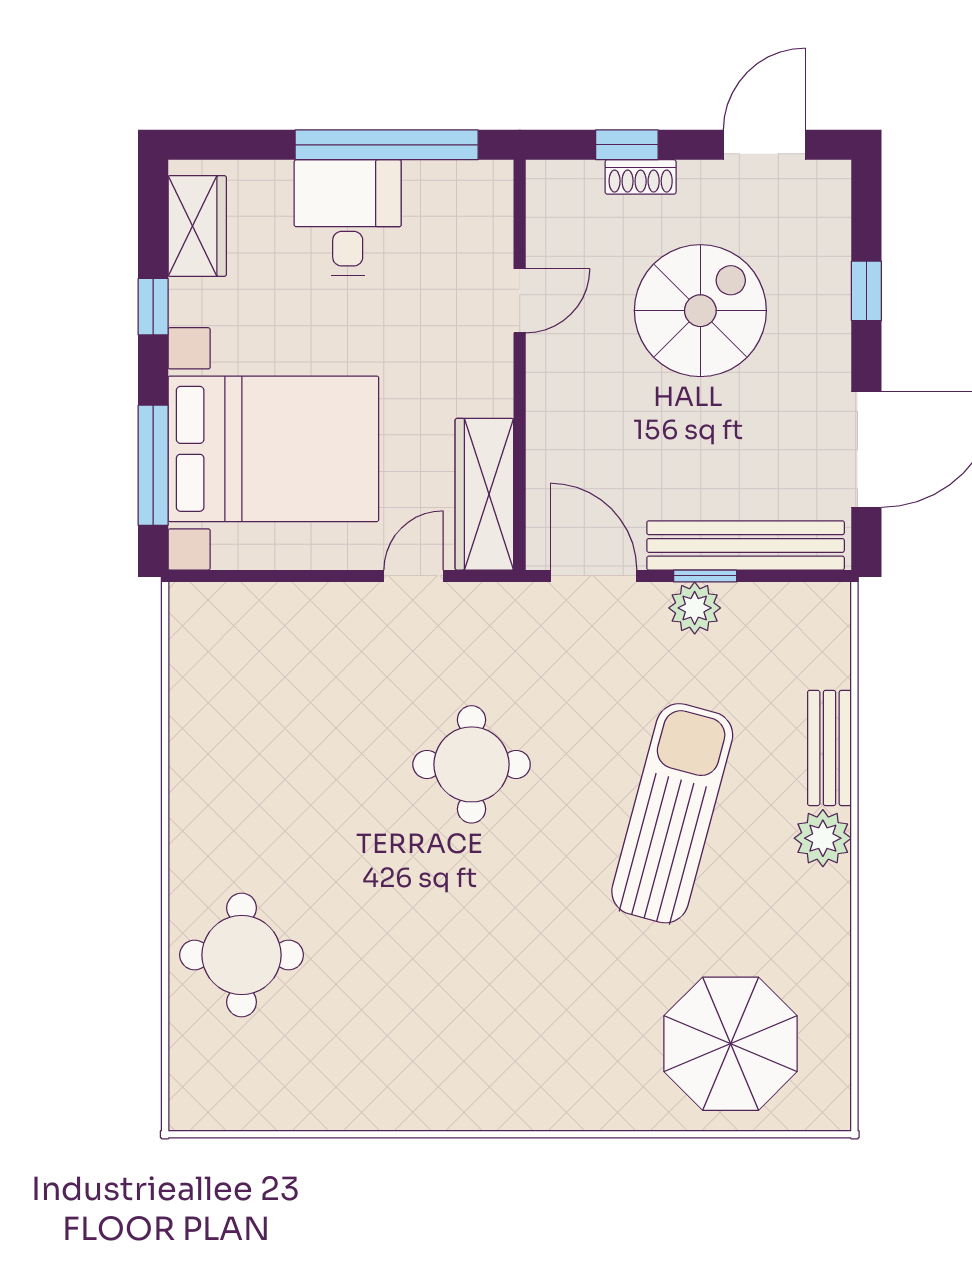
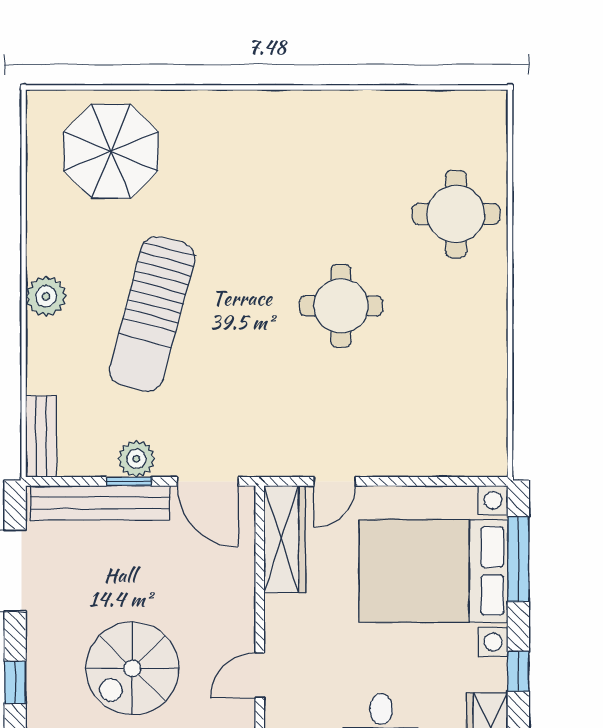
bench: (829, 748) -> (41, 437), moved
round table: (472, 764) -> (341, 306), moved

